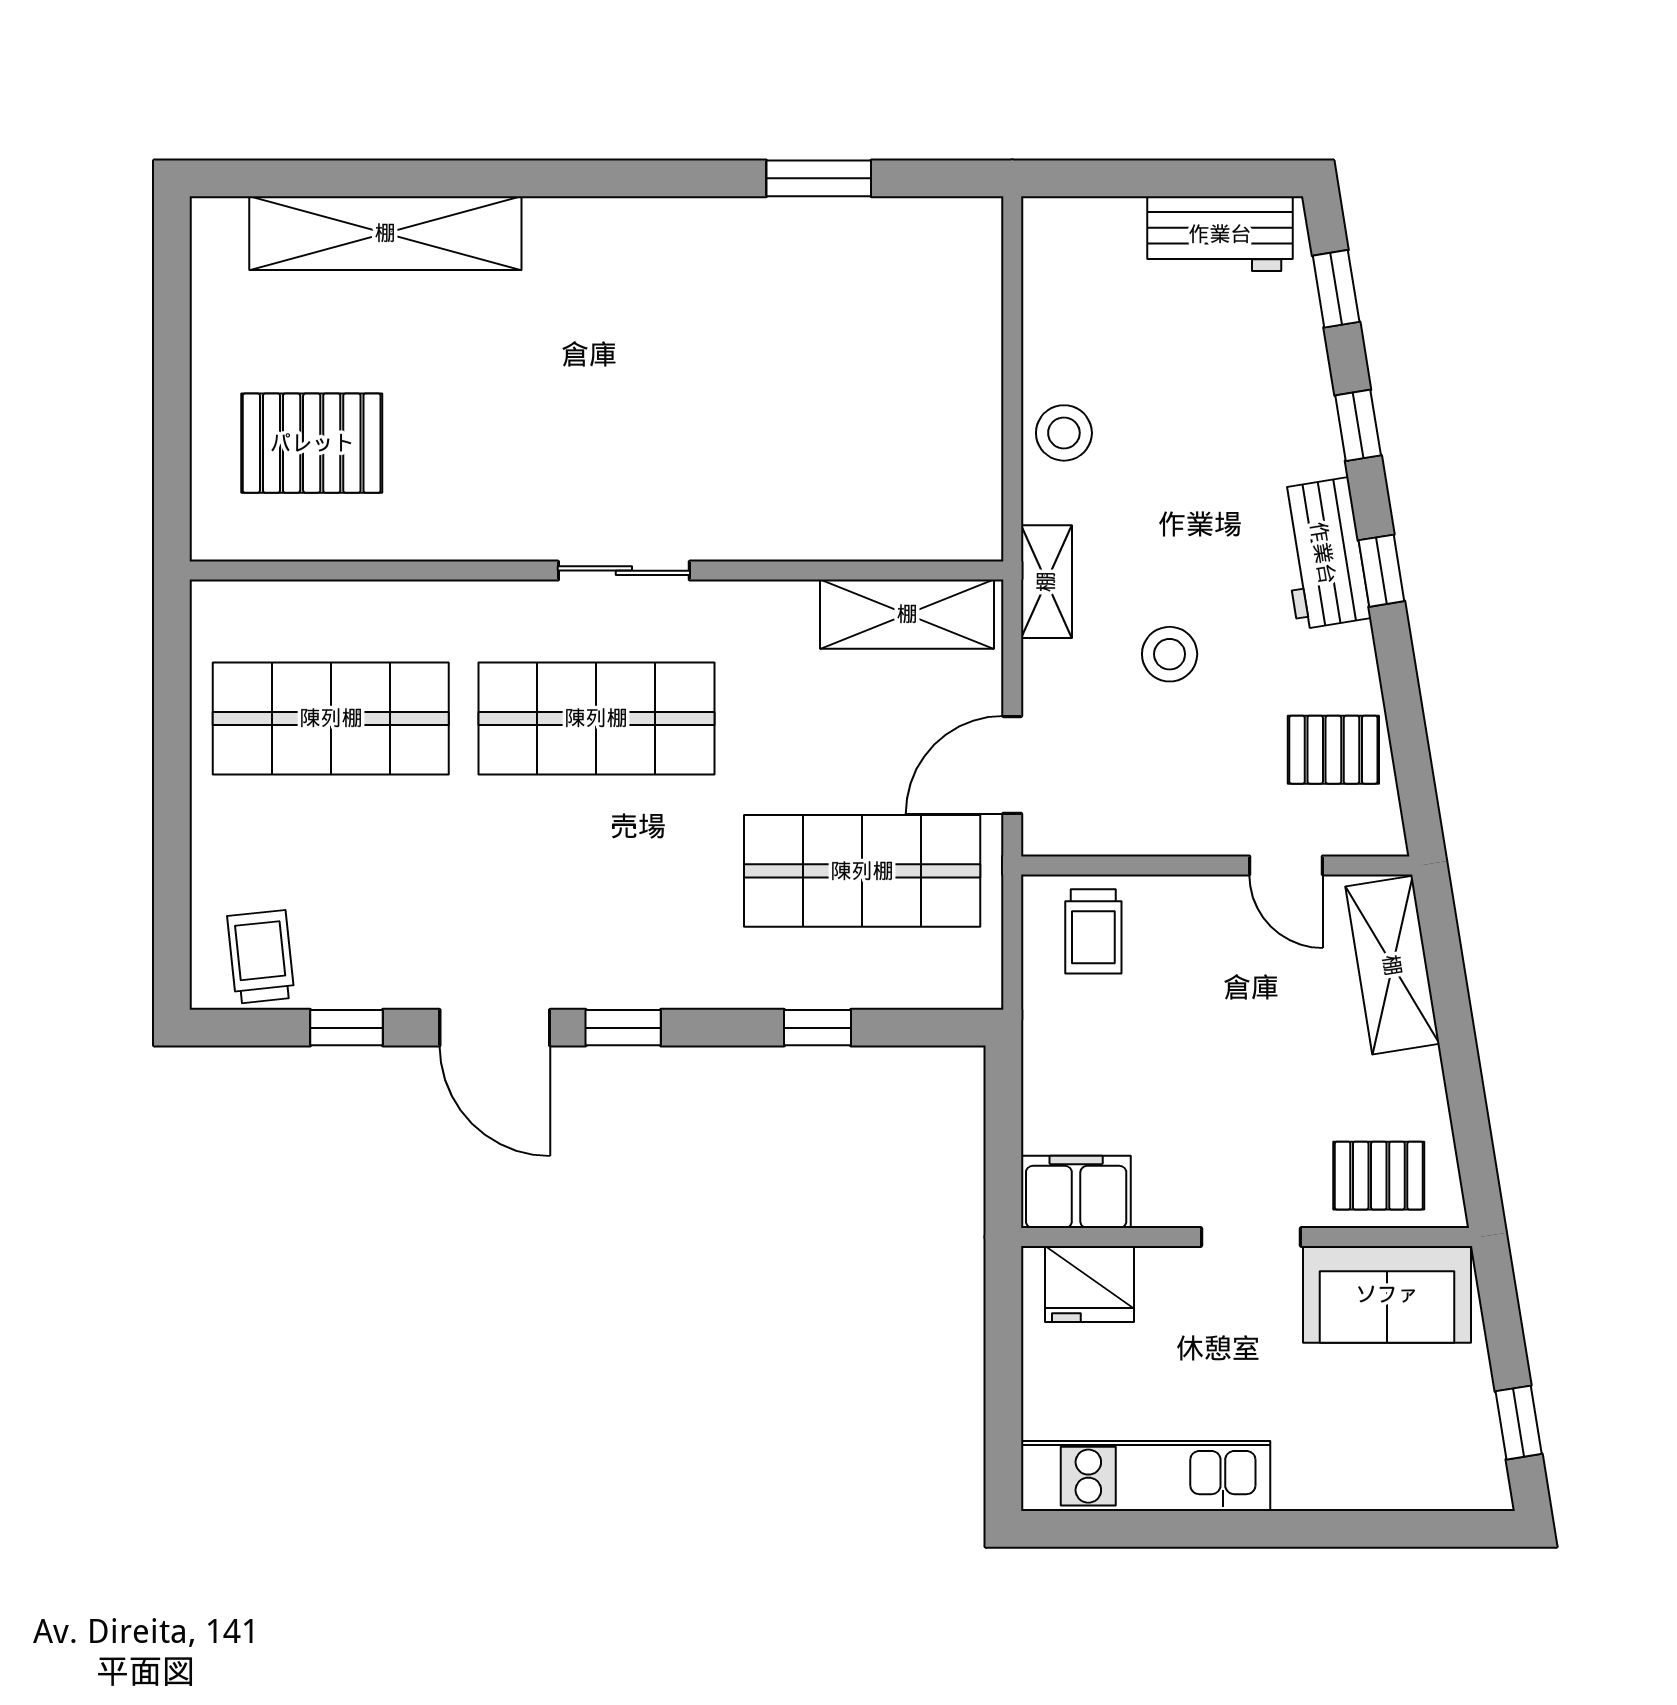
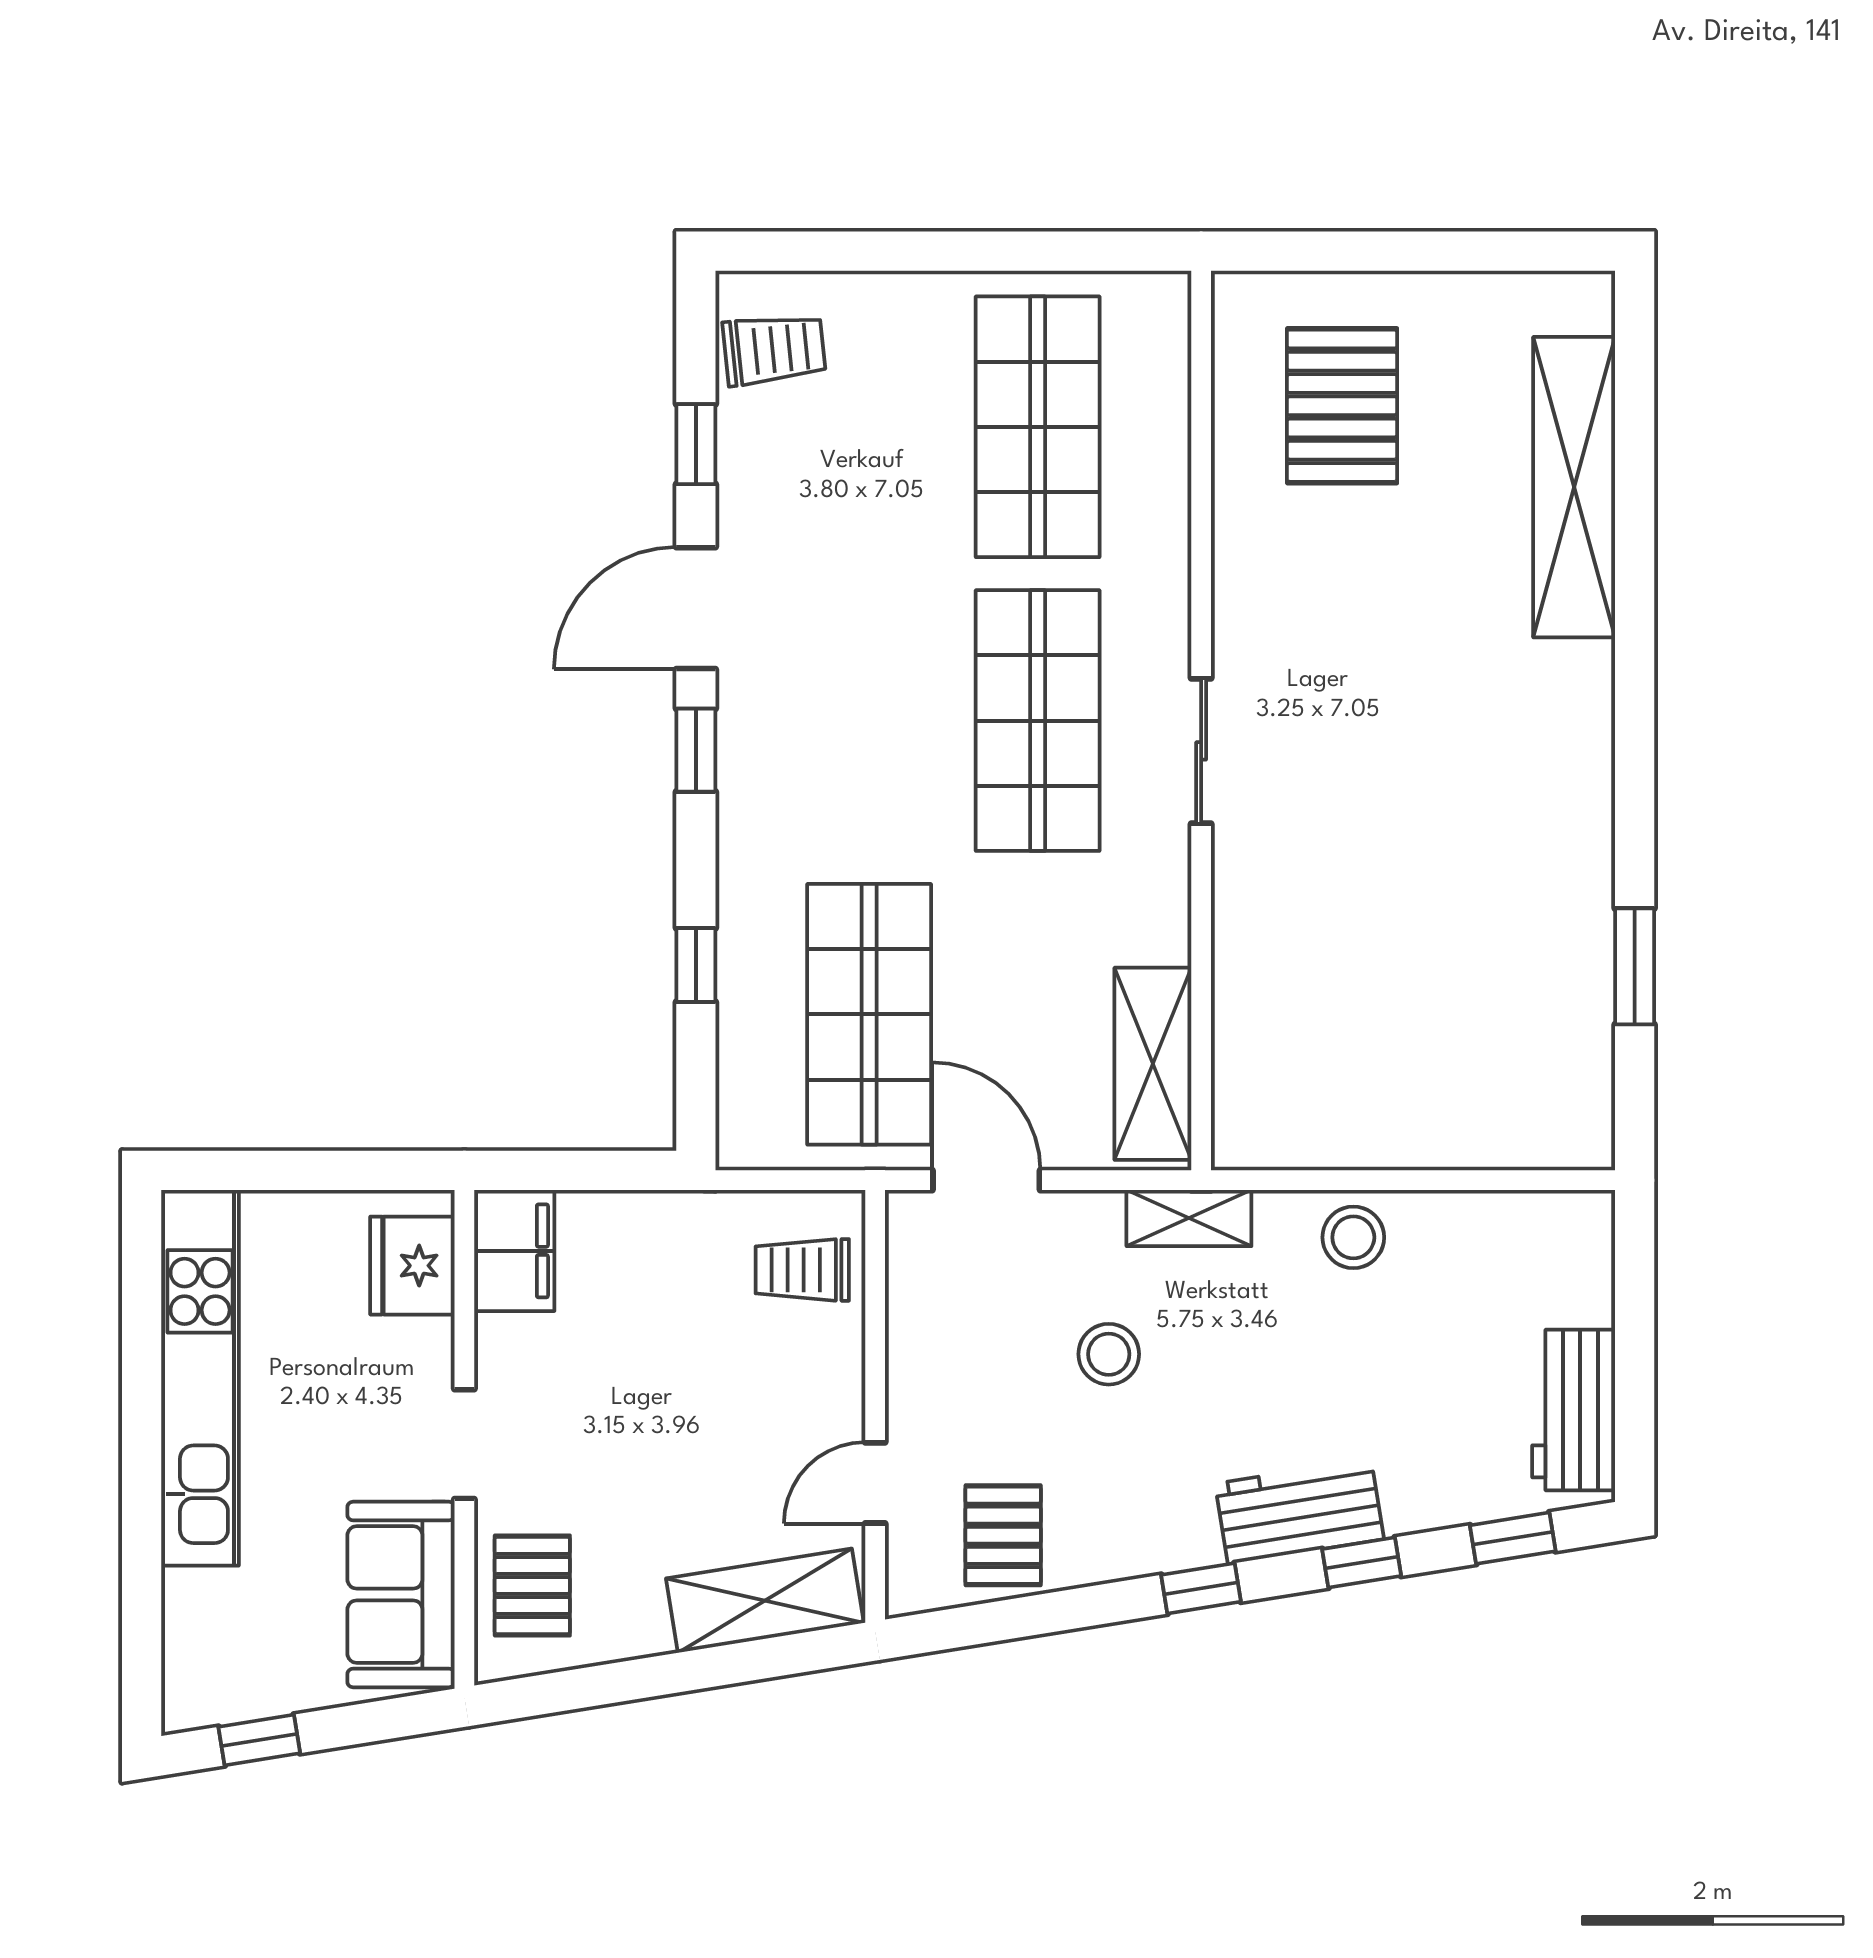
workbench: (1323, 553) -> (1299, 1511), moved
kitchen unit: (1146, 1476) -> (200, 1378), width x1.36

